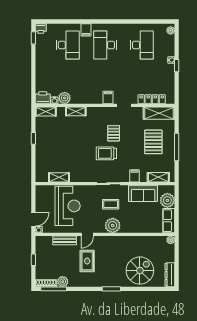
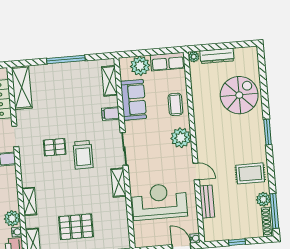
pallet: (153, 142) -> (76, 227), moved
shelving: (59, 177) -> (118, 183), moved
coffee table: (111, 204) -> (175, 104), moved
rug: (87, 261) -> (250, 173), moved
spiral stairs: (140, 271) -> (239, 95), turned 90
dresser: (170, 275) -> (217, 56), moved

